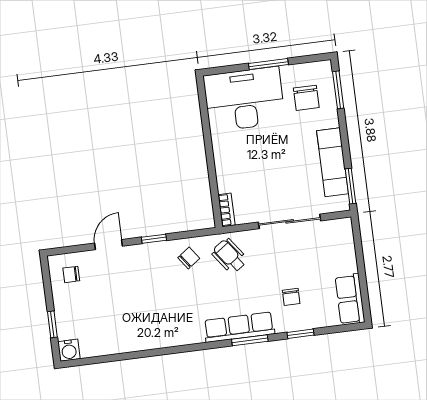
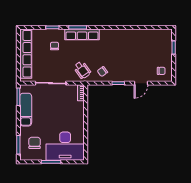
row of seats: (350, 299) -> (26, 54), width x2.02
water cooler: (69, 350) -> (167, 34), removed

